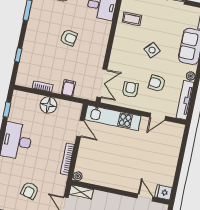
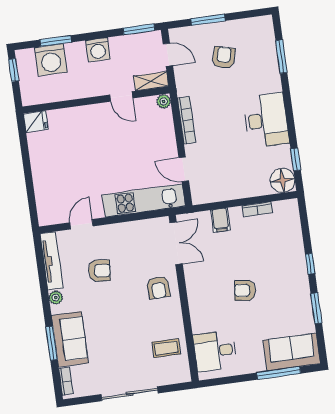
side table: (152, 50) -> (122, 314), removed
window: (18, 55) -> (310, 264), moved
double door: (102, 83) -> (176, 243), swing flipped
armchair: (130, 90) -> (158, 288), moved
floor lamp: (48, 105) -> (283, 180), moved
door: (145, 198) -> (121, 97), moved

